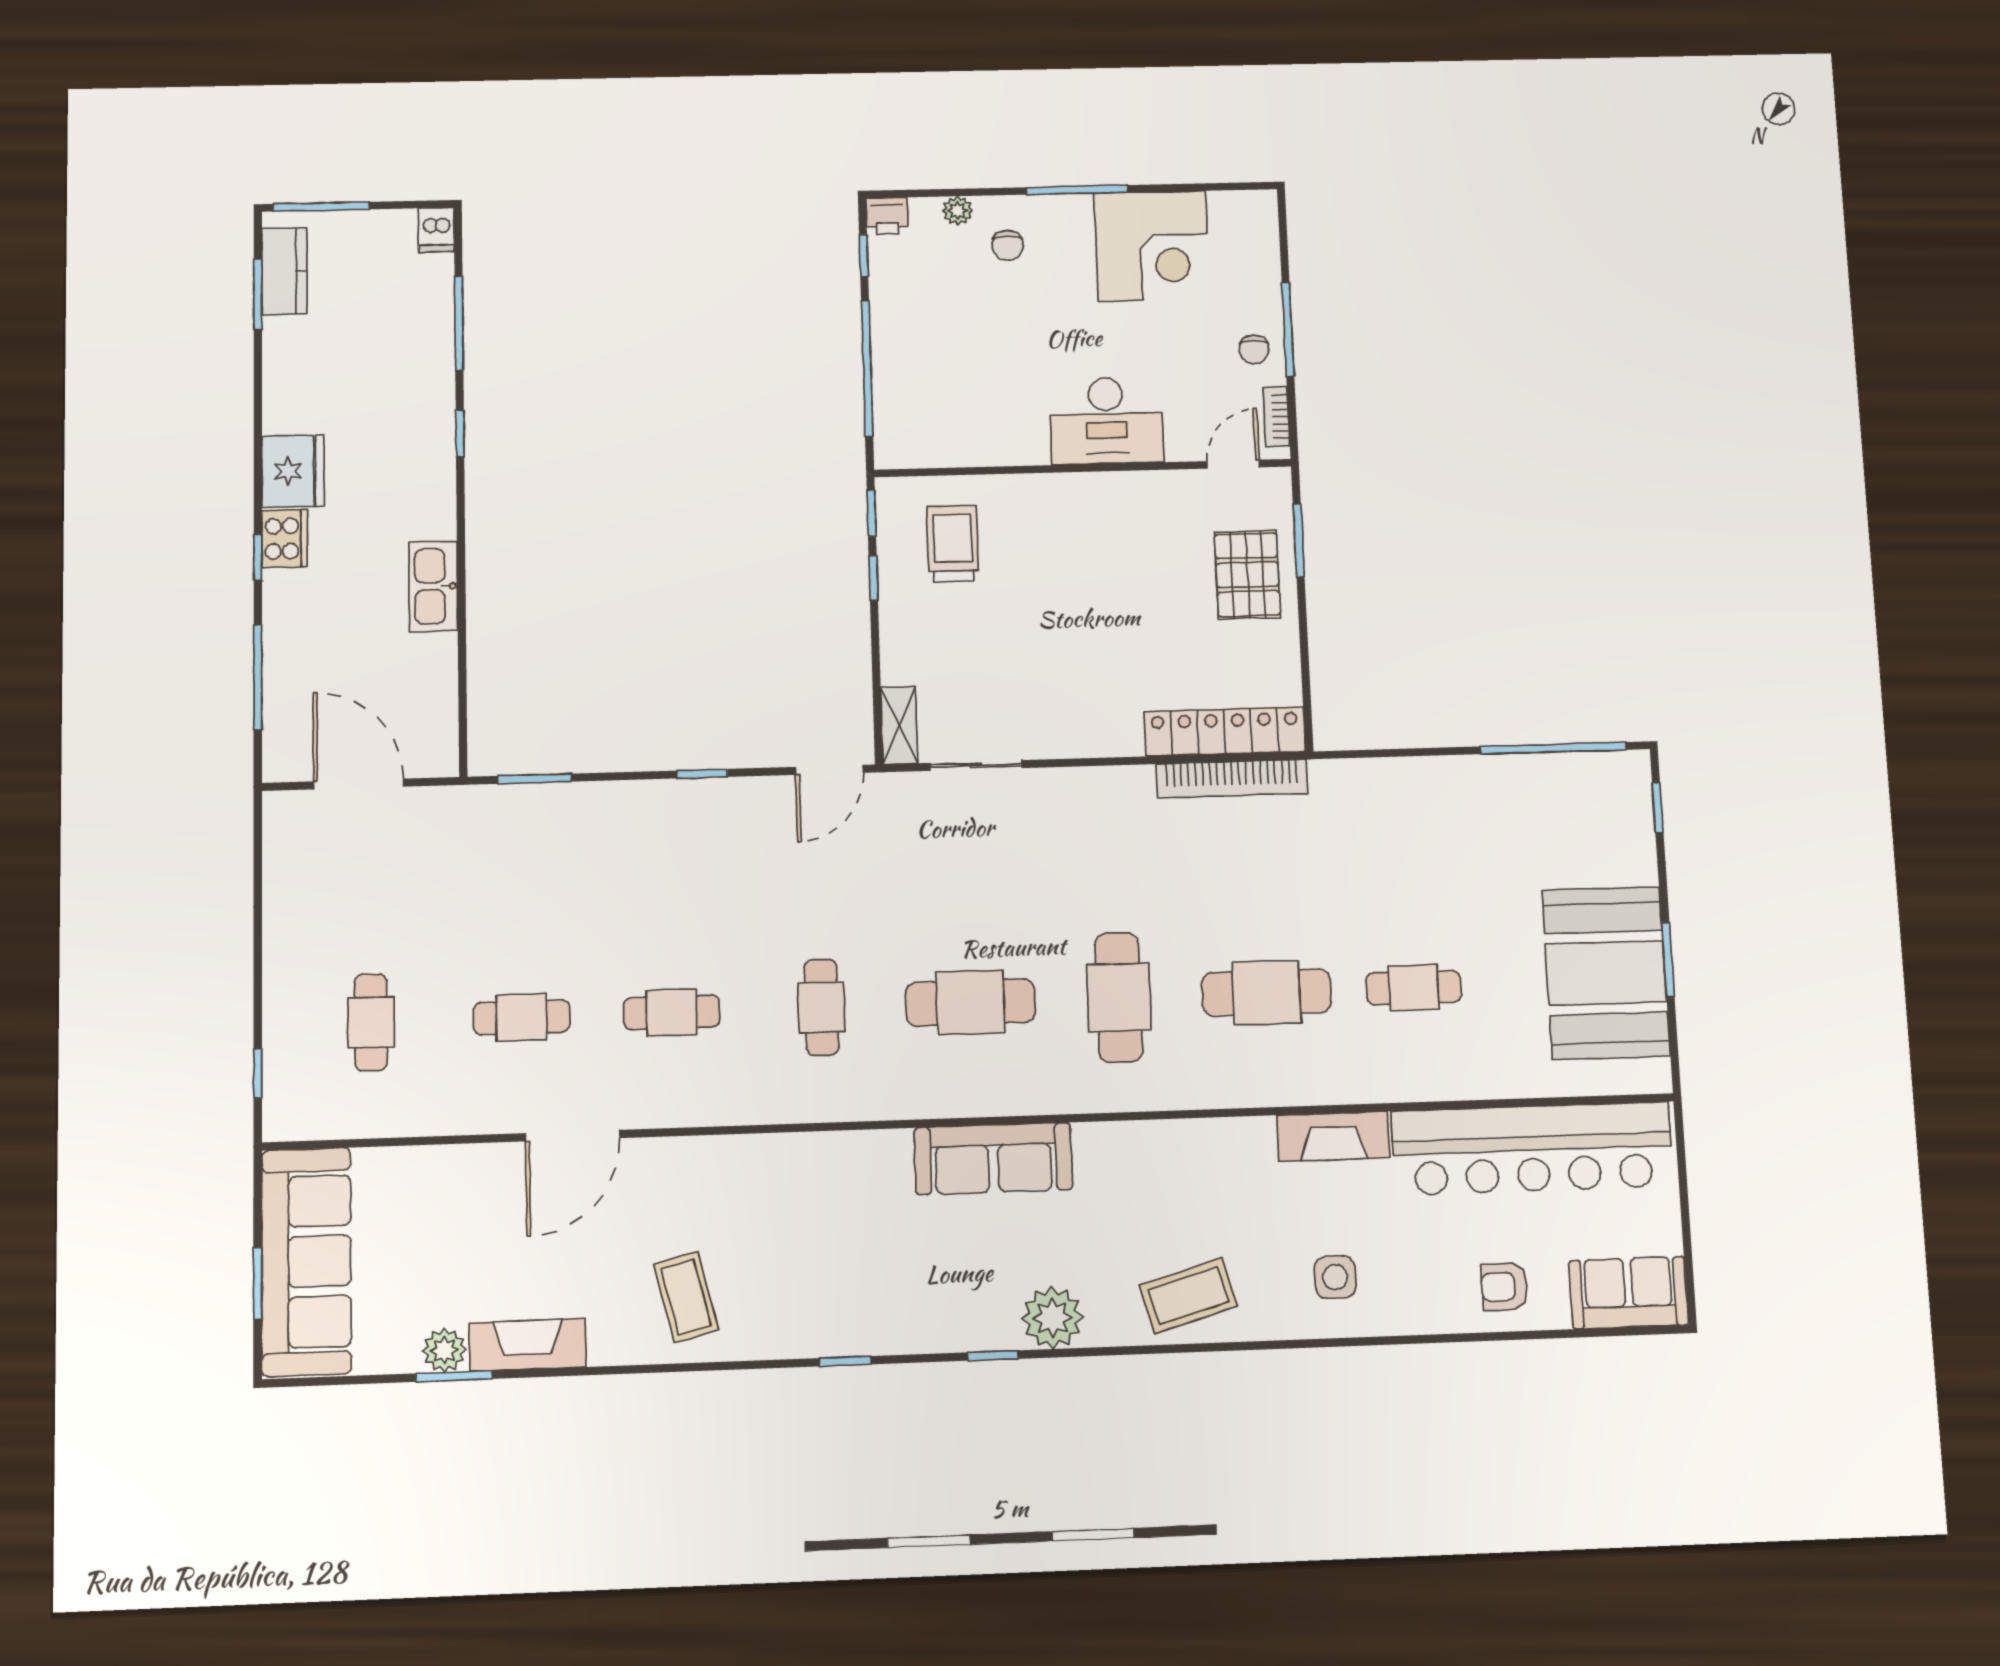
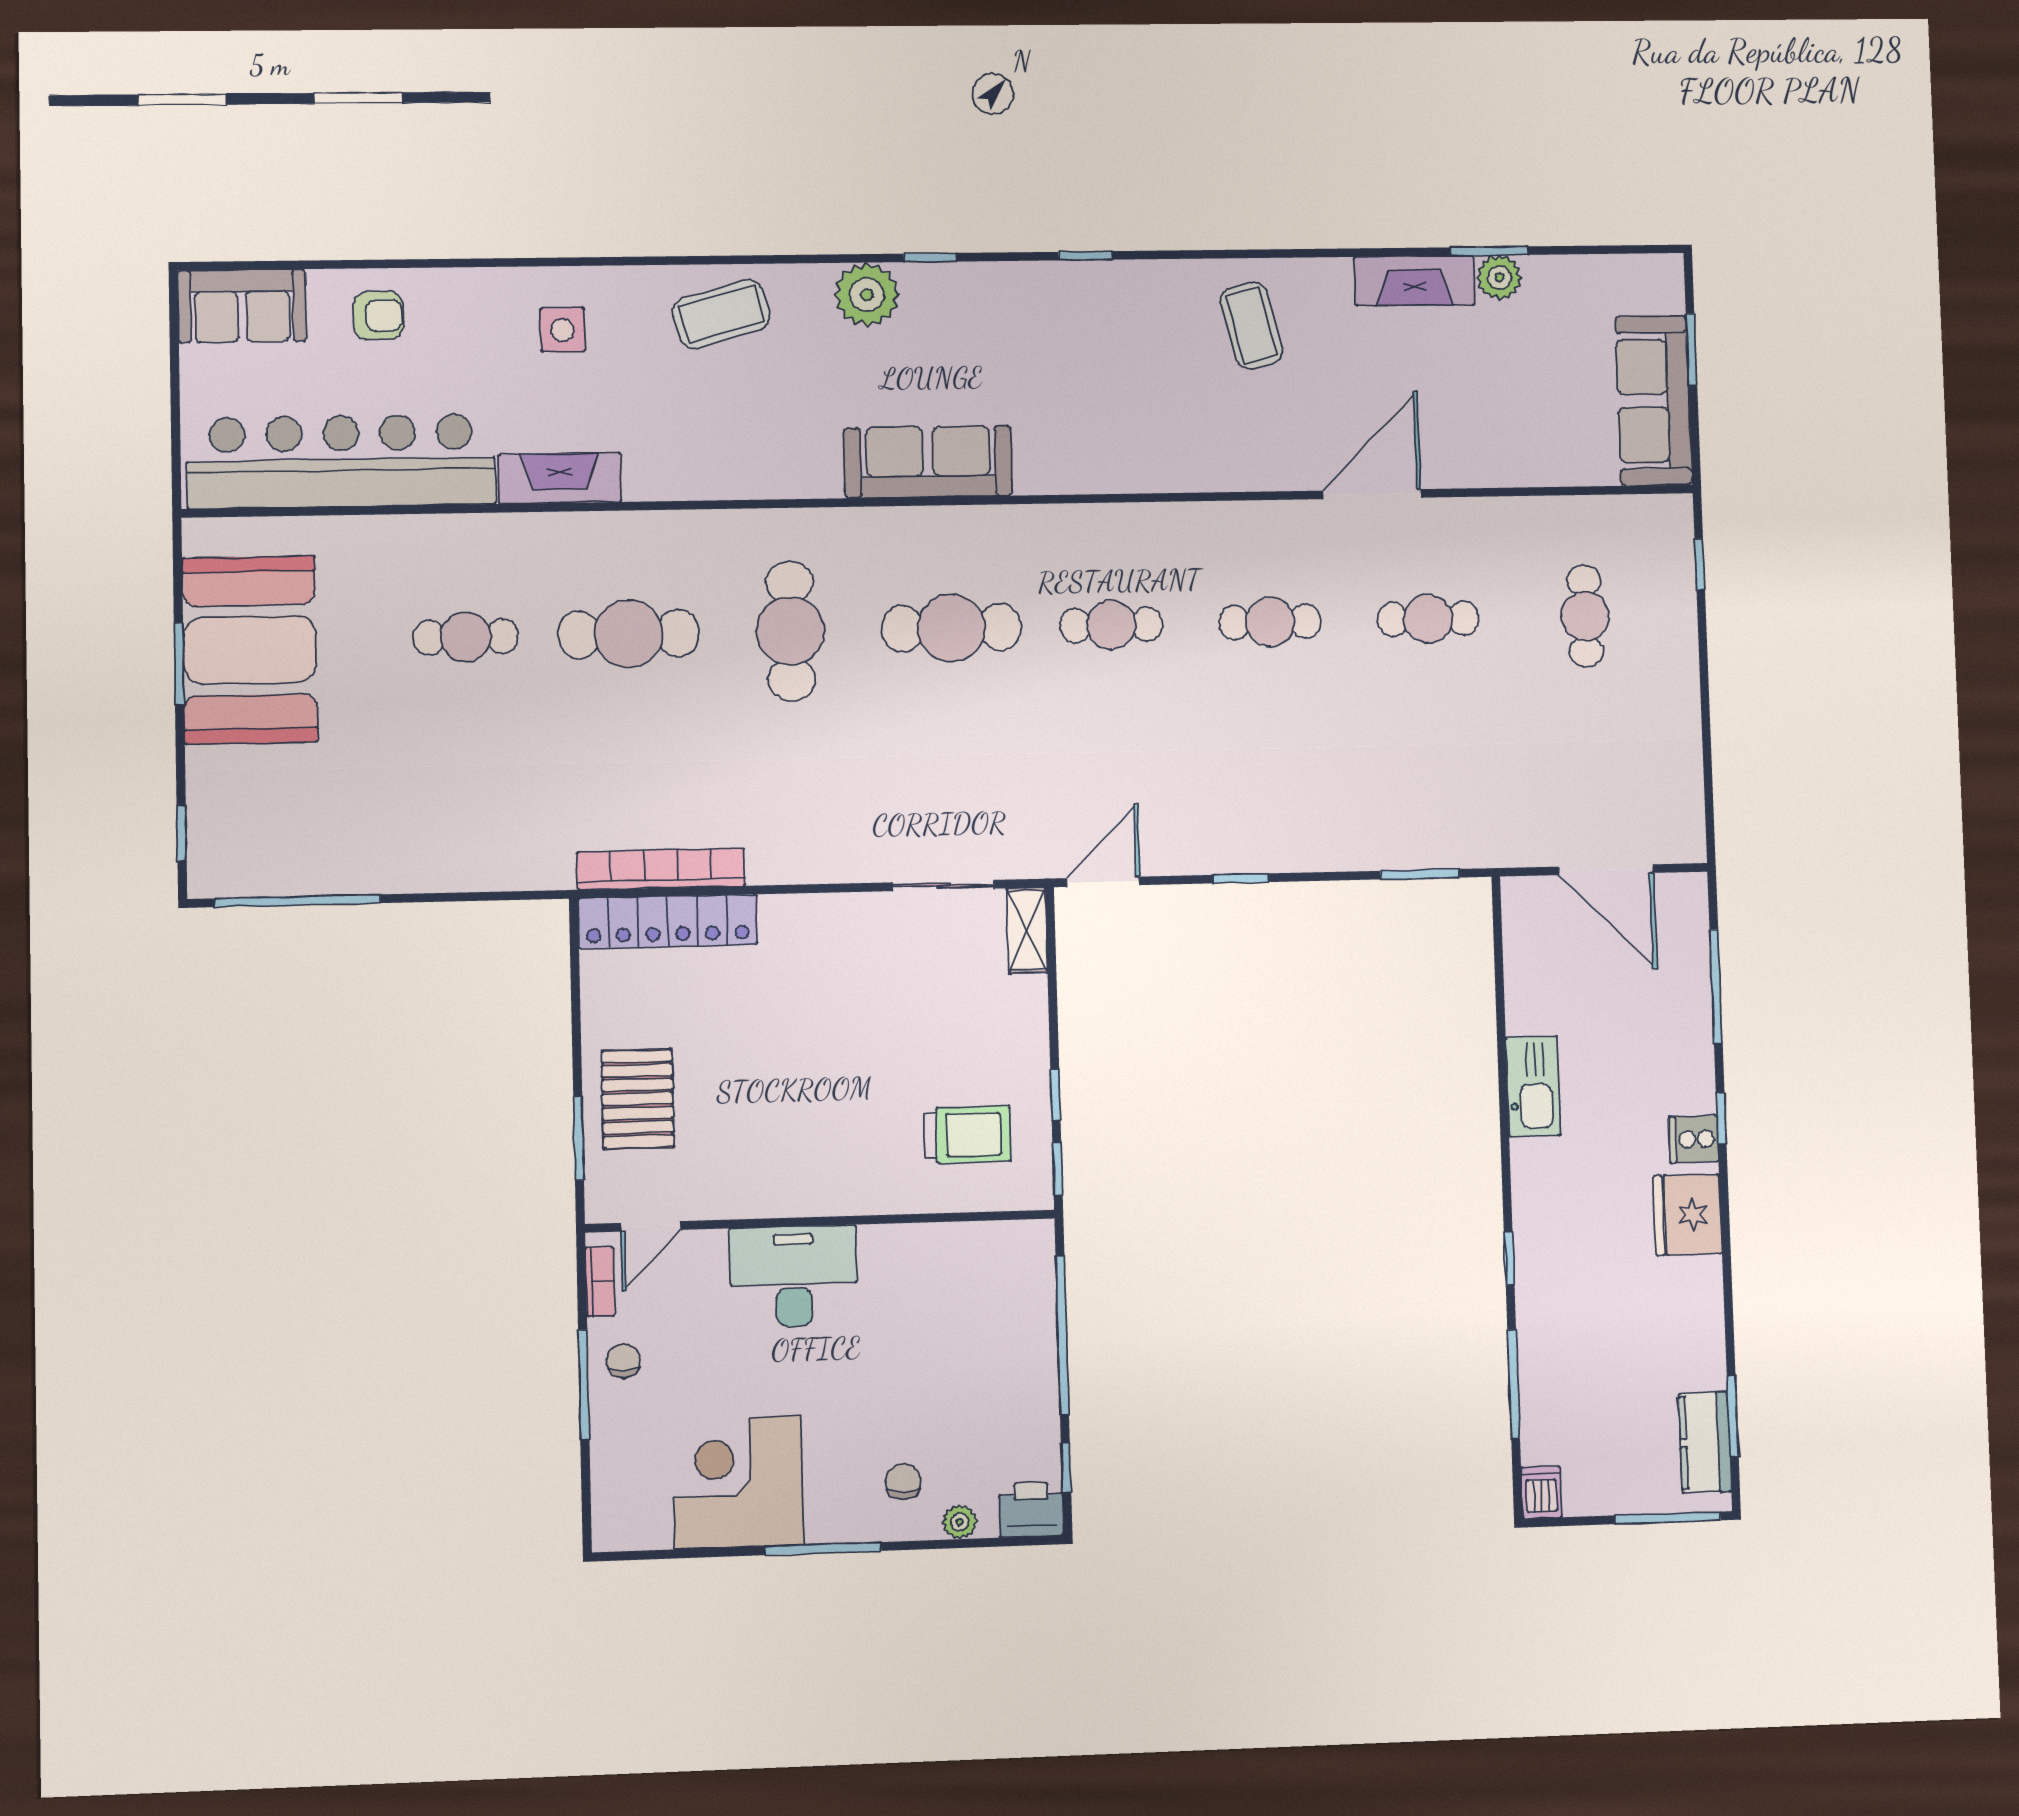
printer: (887, 216) -> (1031, 1510), width x1.36, depth x1.24
cooker: (285, 539) -> (1694, 1139), width x0.73
trolley: (953, 544) -> (967, 1134), turned -90
cafe table: (821, 1007) -> (1111, 625), turned 90
sofa: (306, 1262) -> (1654, 401), width x0.74, depth x0.79

